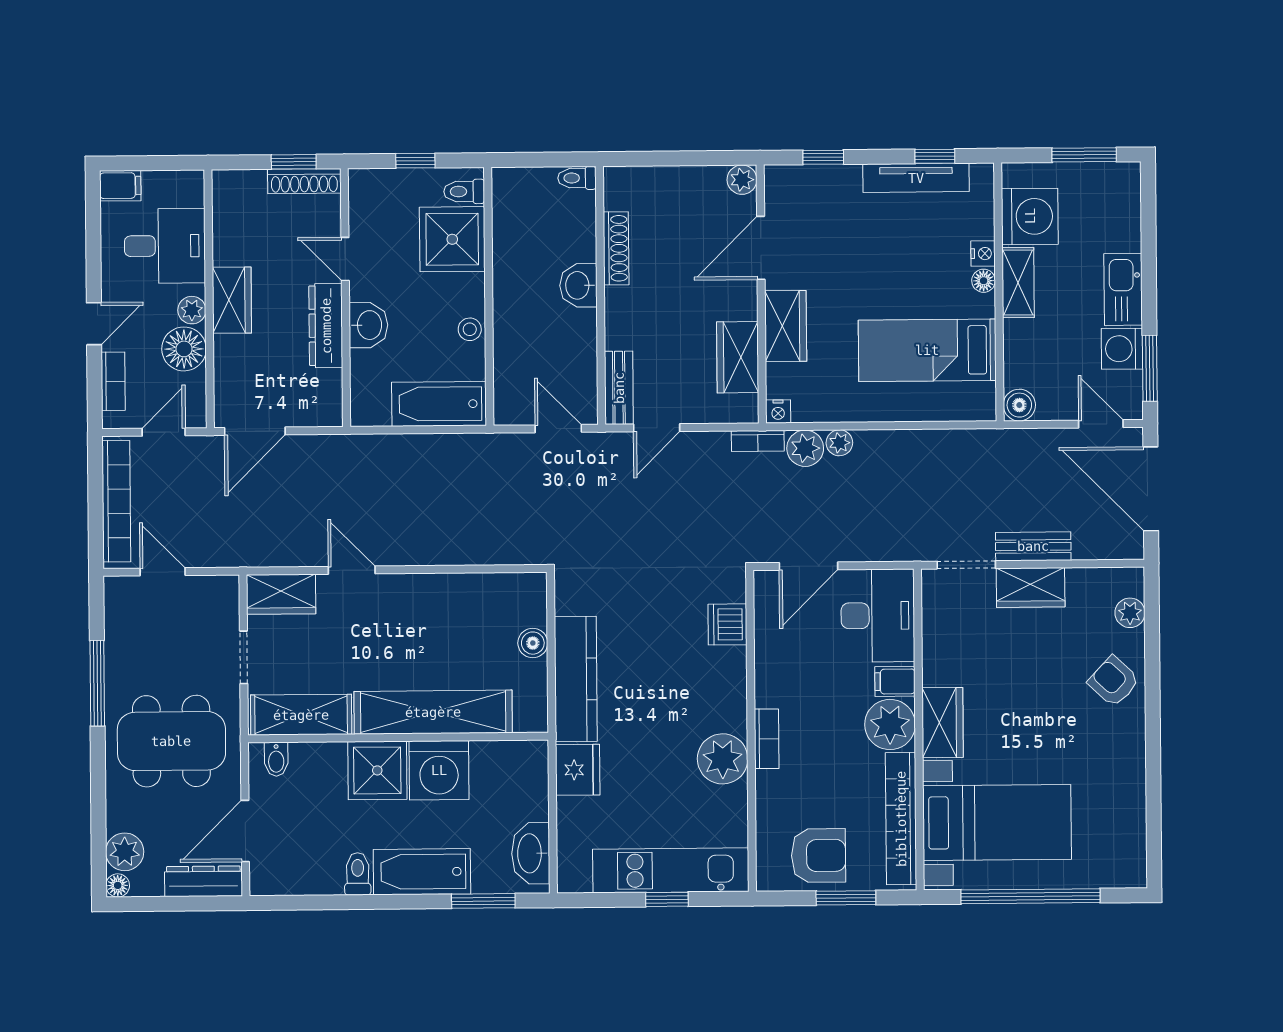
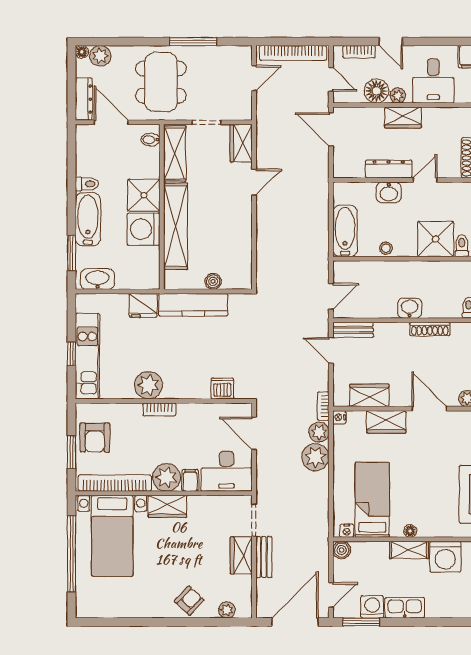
nightstand: (983, 254) -> (347, 531), moved
plant: (839, 443) -> (315, 457), width x1.88, depth x1.88

